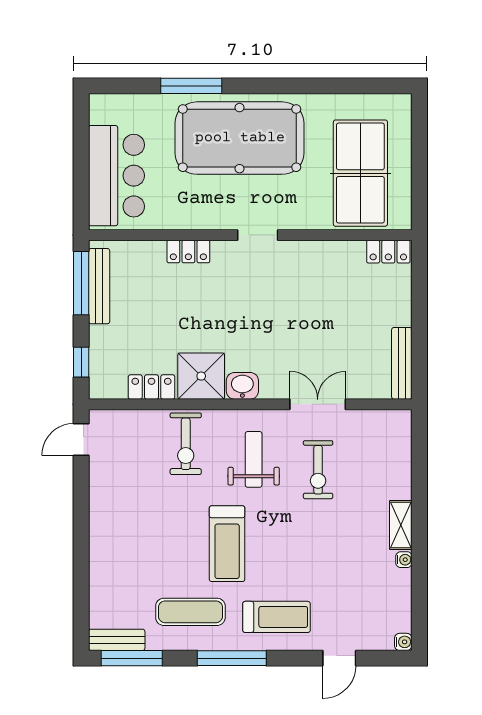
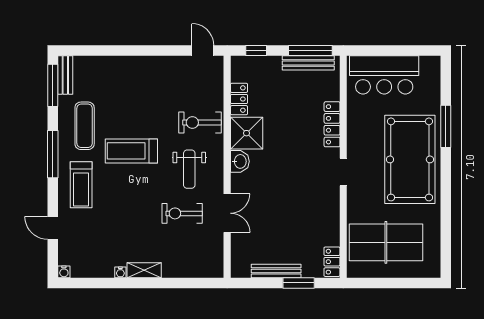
locker: (188, 252) -> (332, 124), width x1.53
window: (419, 300) -> (299, 283), added
bench: (402, 363) -> (276, 271), moved
weight bench: (254, 459) -> (189, 169), turned 90

